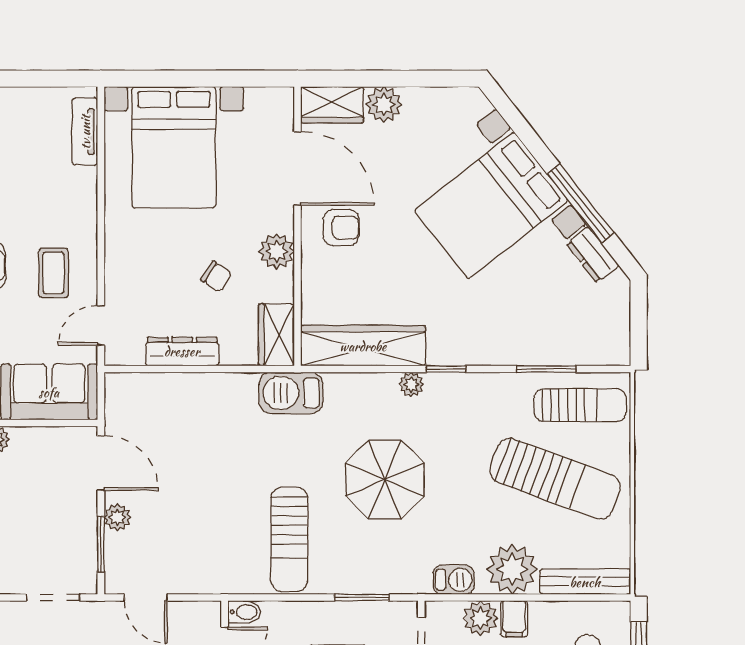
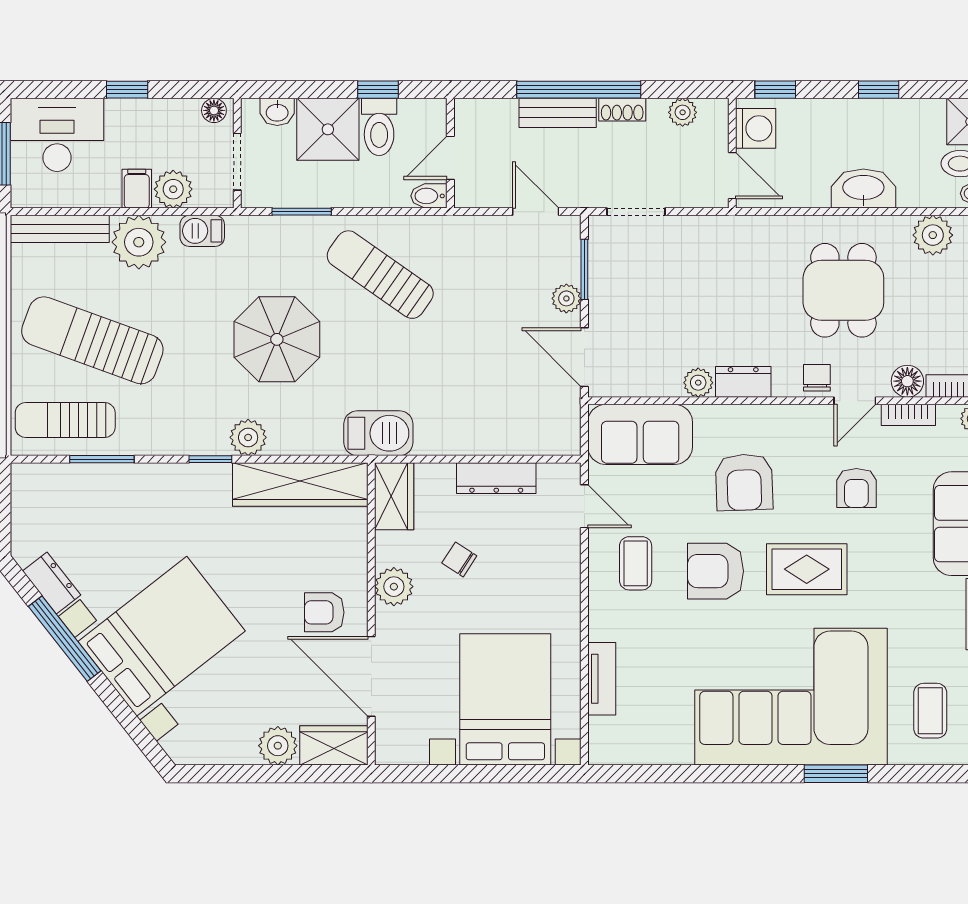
tv unit: (85, 132) -> (602, 679), moved
door: (101, 325) -> (584, 506), hinge flipped
plant: (411, 384) -> (248, 437), width x1.38, depth x1.38
sun lounger: (289, 539) -> (380, 275), turned -55

